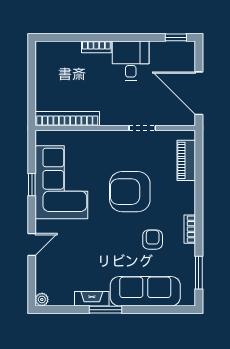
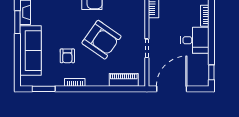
armchair: (130, 192) -> (101, 40), turned 125
armchair: (153, 240) -> (67, 56), turned 90

